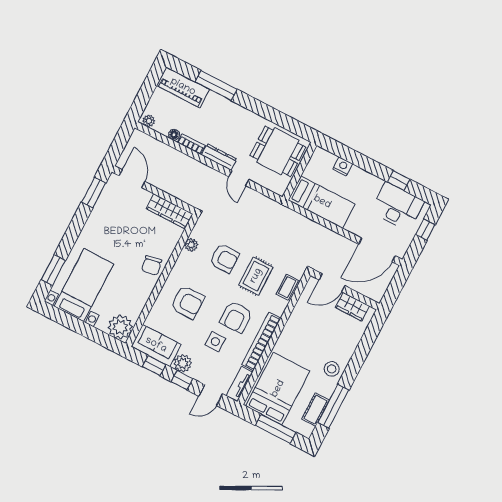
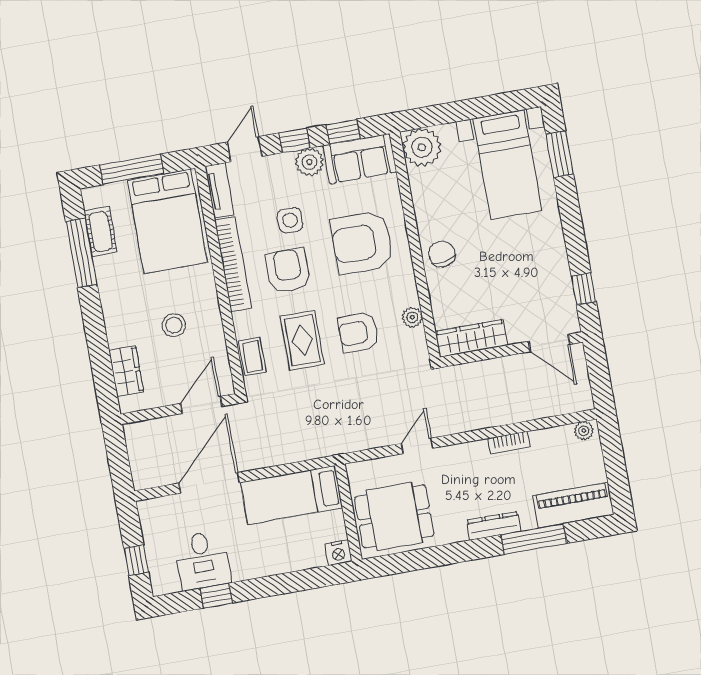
floor lamp: (174, 135) -> (539, 438), removed
dresser: (219, 157) -> (494, 526), moved, turned 180
nightstand: (343, 166) -> (338, 553), moved
door: (239, 178) -> (417, 446), hinge flipped
window: (94, 193) -> (584, 289), width x0.67
desk: (397, 206) -> (202, 560), width x0.73
door: (377, 250) -> (209, 483), moved
armchair: (187, 302) -> (362, 242), width x1.36, depth x1.36
wardrobe: (352, 307) -> (126, 371), moved, turned 90
stool: (332, 369) -> (174, 325), moved

